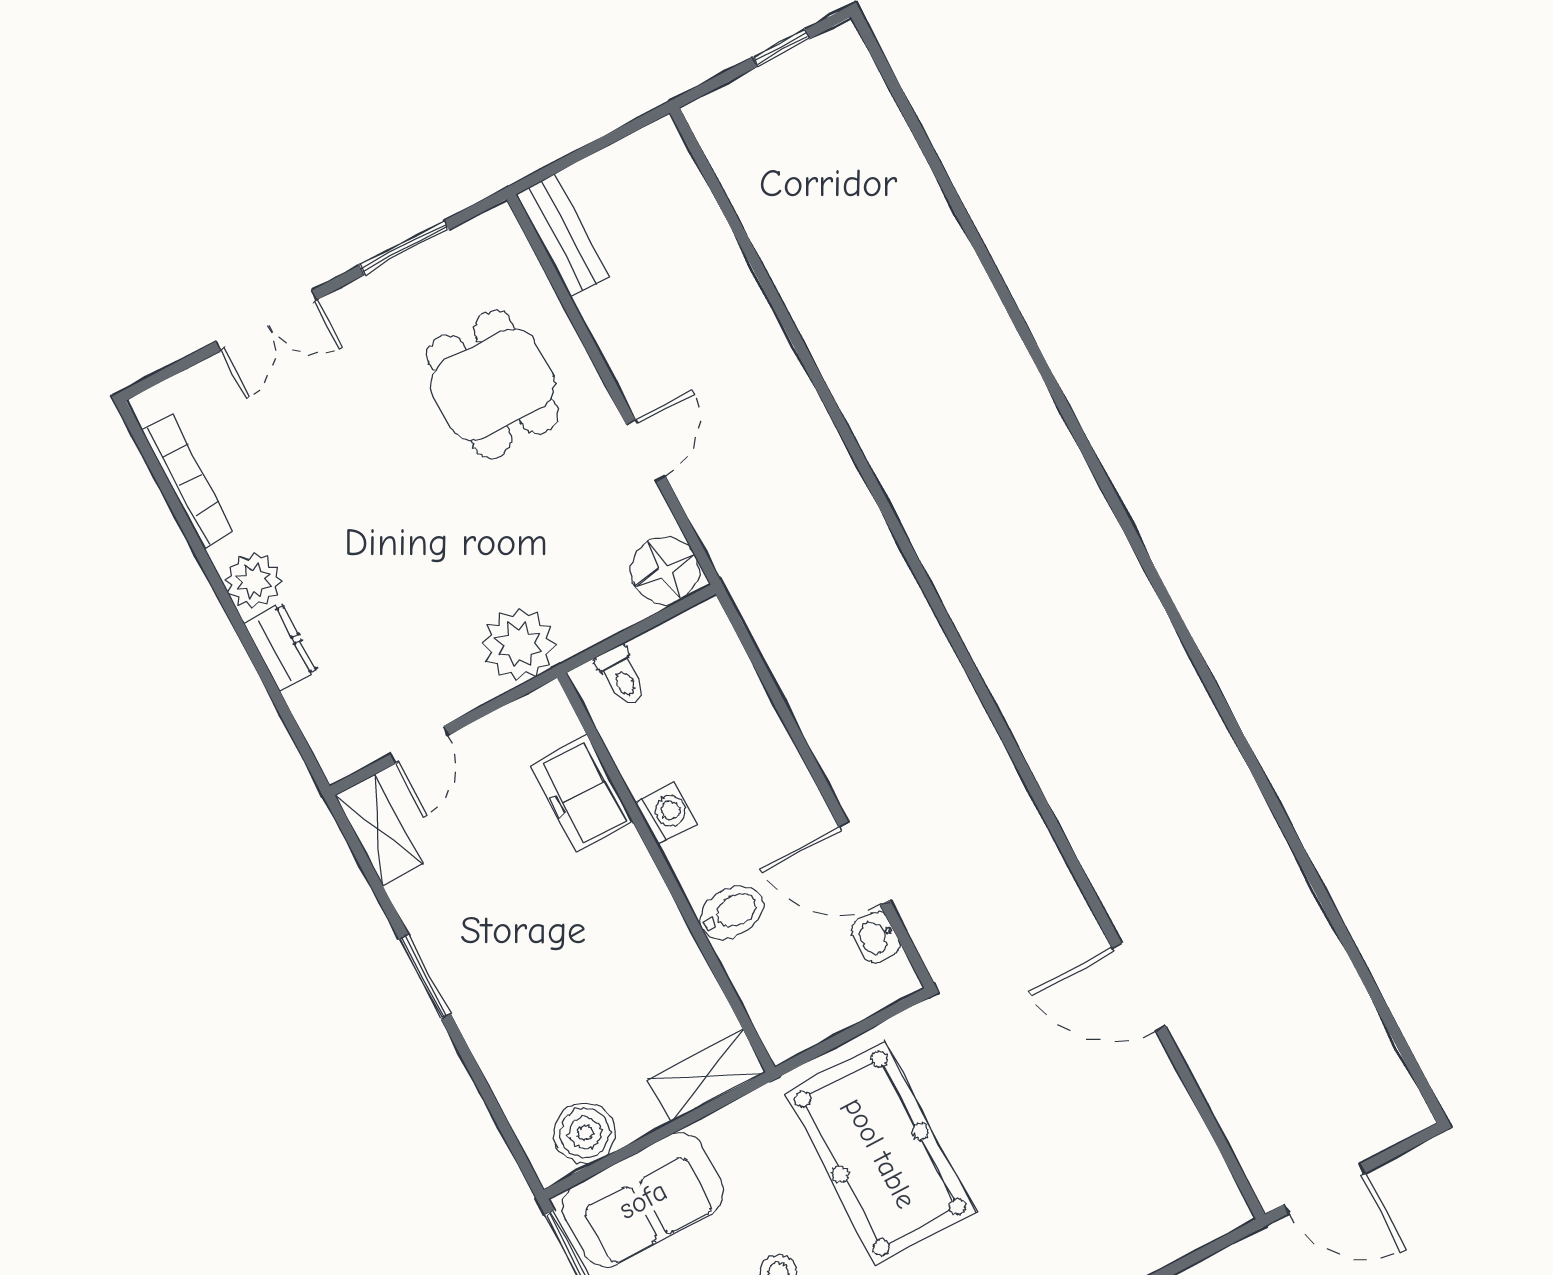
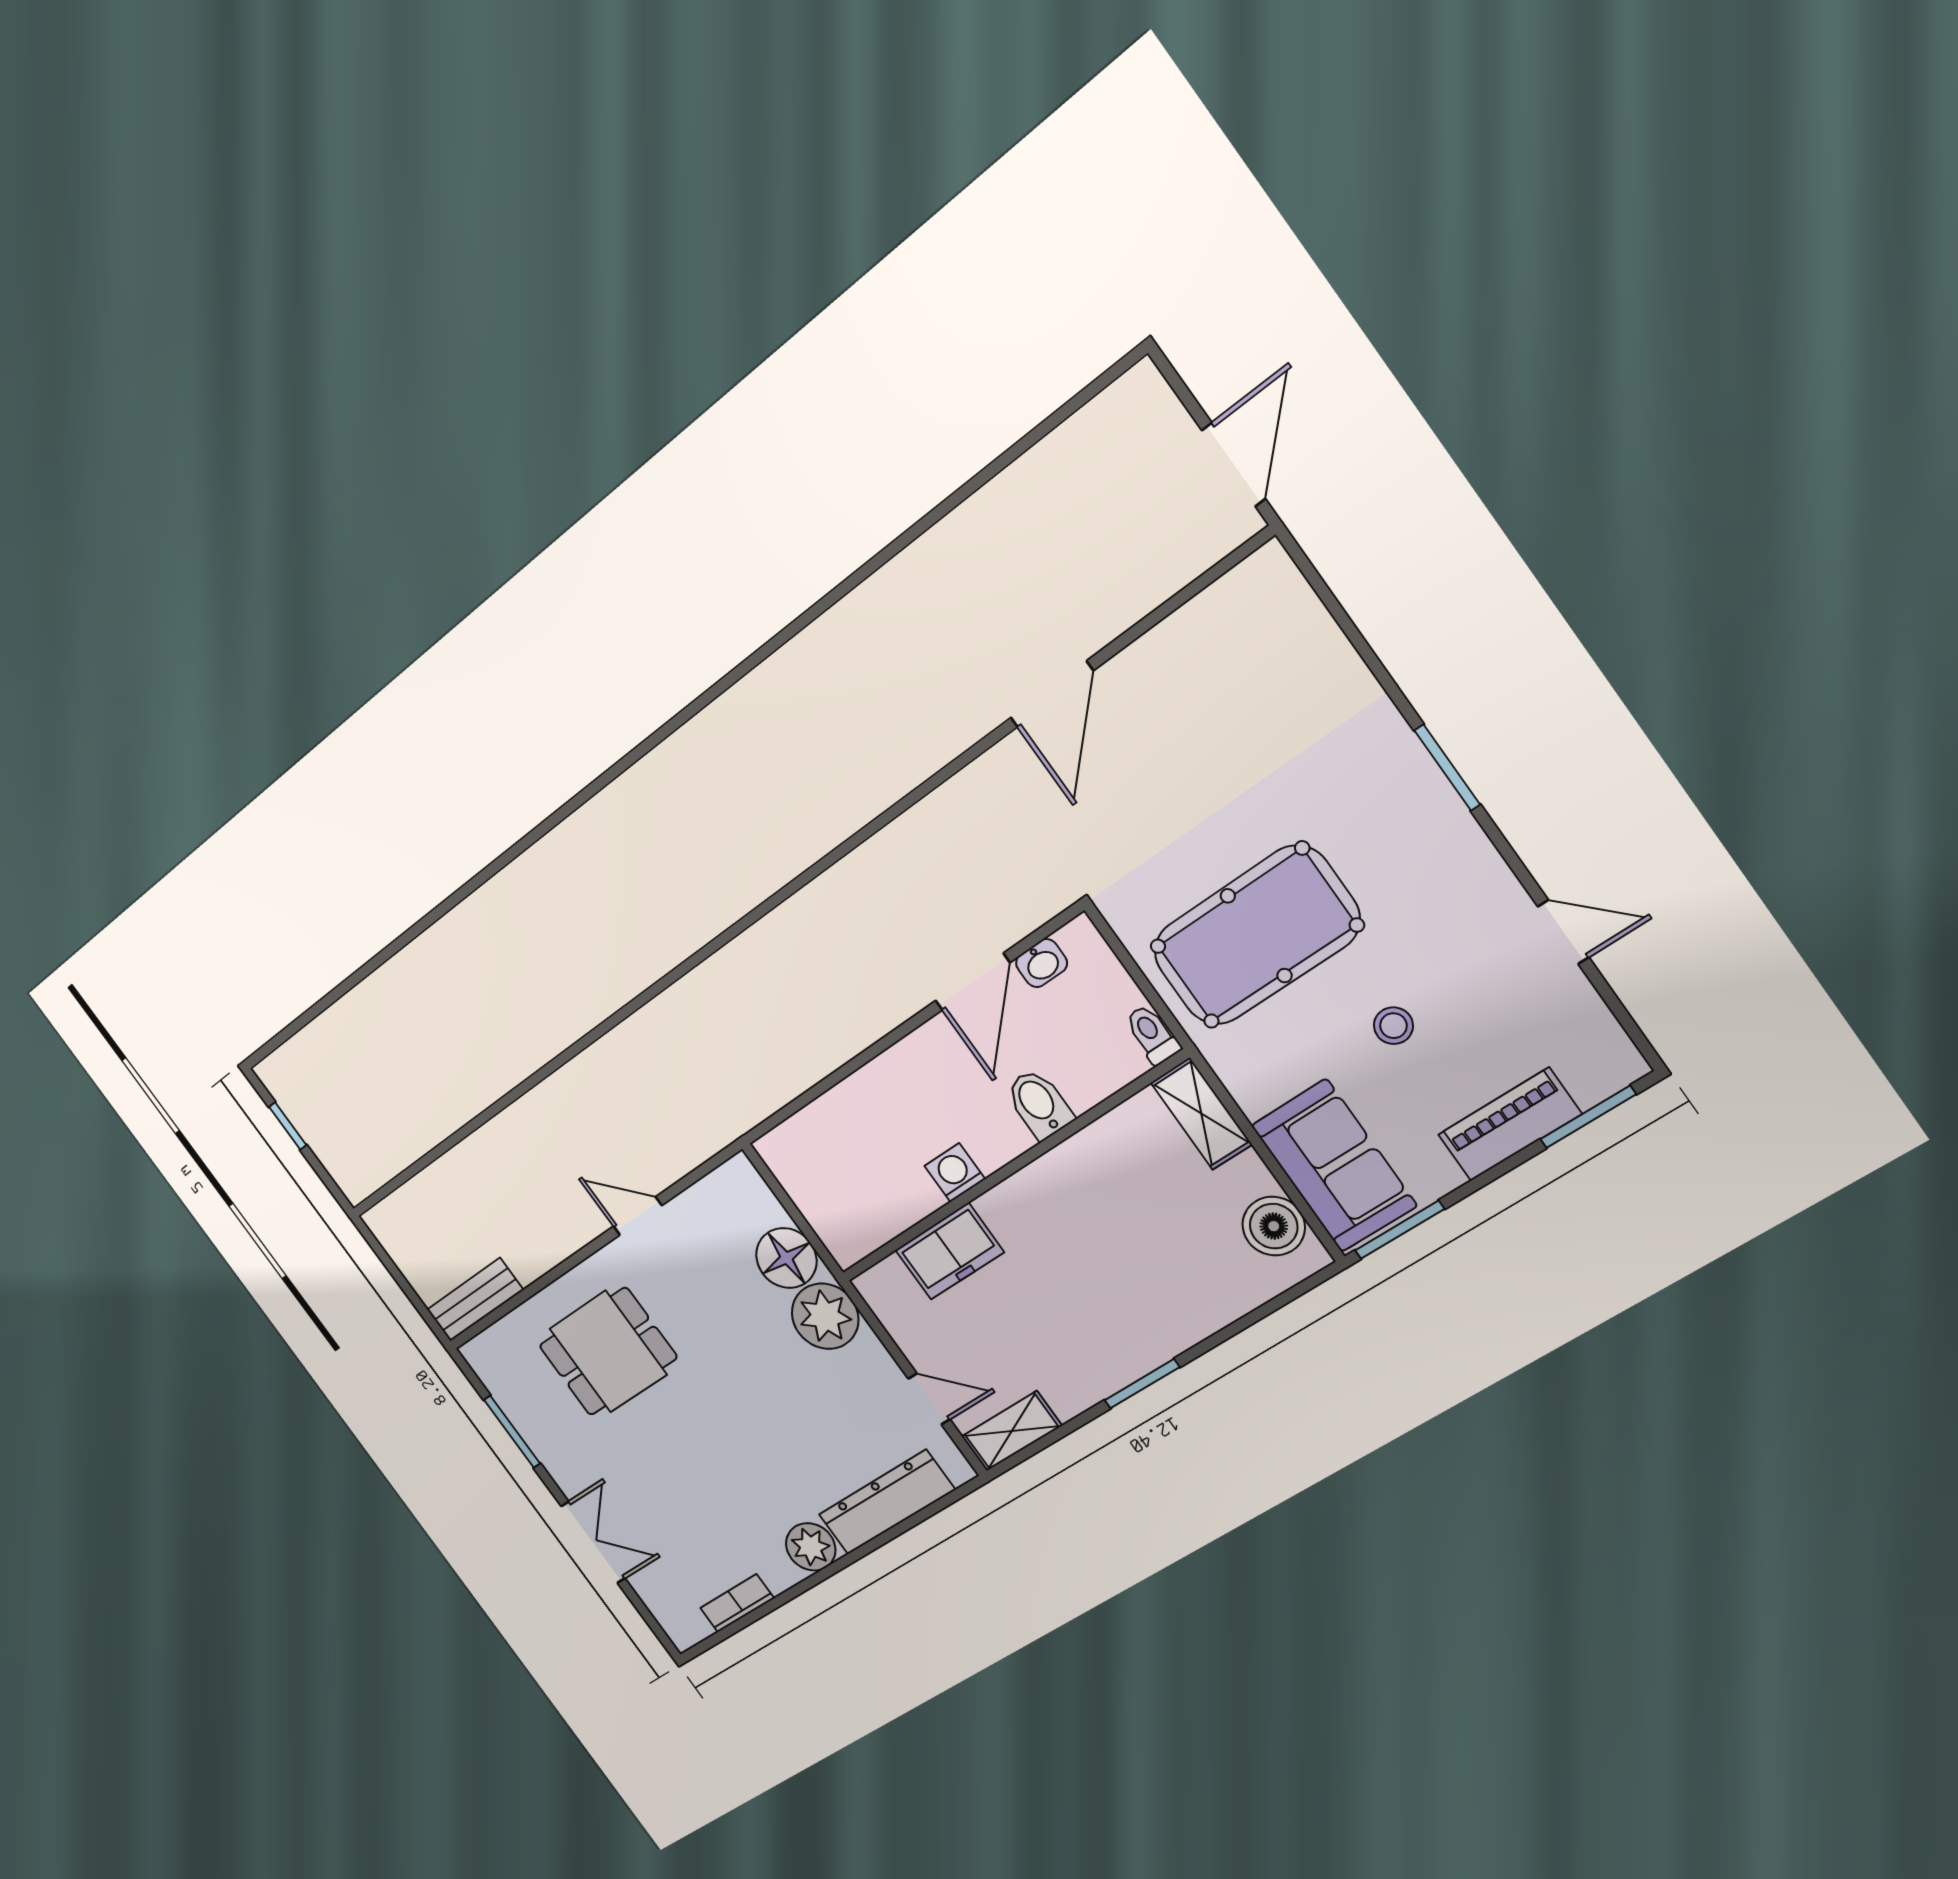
bookcase: (188, 482) -> (737, 1603), width x0.64
floor lamp: (665, 571) -> (786, 1258), moved
dresser: (281, 647) -> (887, 1502), width x1.96, depth x1.24
toilet: (621, 676) -> (1152, 1035), moved, turned -90

